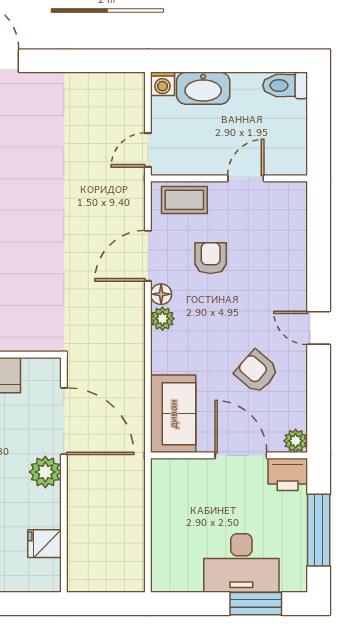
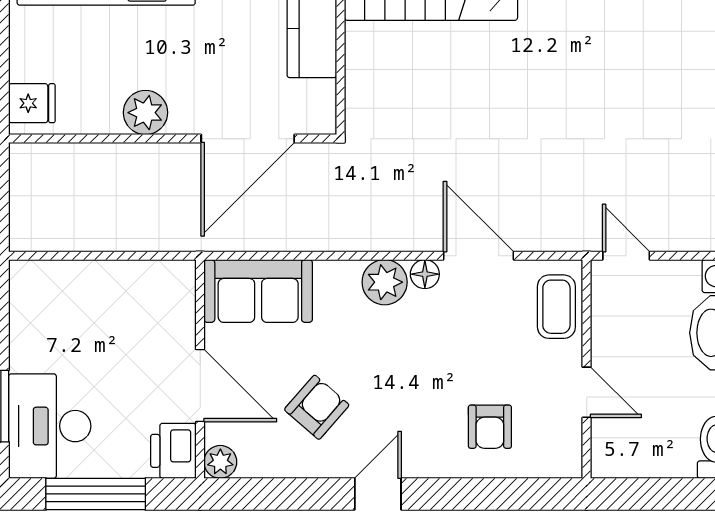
armchair: (211, 258) -> (490, 427), moved, turned 90
plant: (162, 319) -> (385, 282), width x1.38, depth x1.38
door: (241, 455) -> (200, 385), hinge flipped
plant: (45, 472) -> (145, 113), moved
fridge: (44, 544) -> (32, 103), moved, turned 90
desk: (241, 563) -> (50, 426), moved

